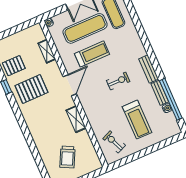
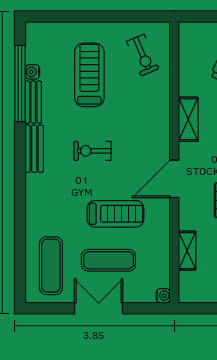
exercise mat: (85, 28) -> (108, 260), width x0.73, depth x0.69
treadmill: (92, 54) -> (115, 214), turned 180

